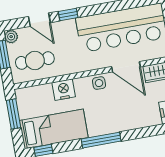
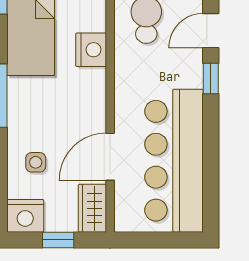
side table: (99, 83) -> (36, 162), moved

